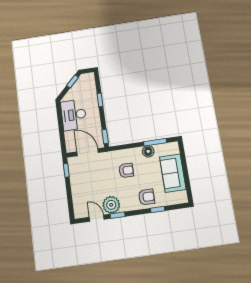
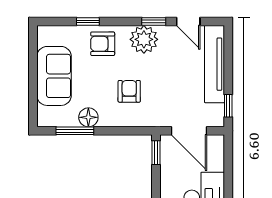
armchair: (126, 170) -> (129, 91), turned 90
tv unit: (78, 194) -> (214, 64), added
plant: (111, 205) -> (144, 39), moved

